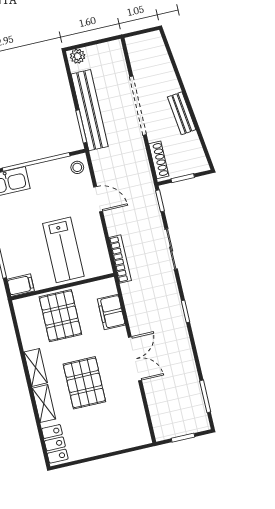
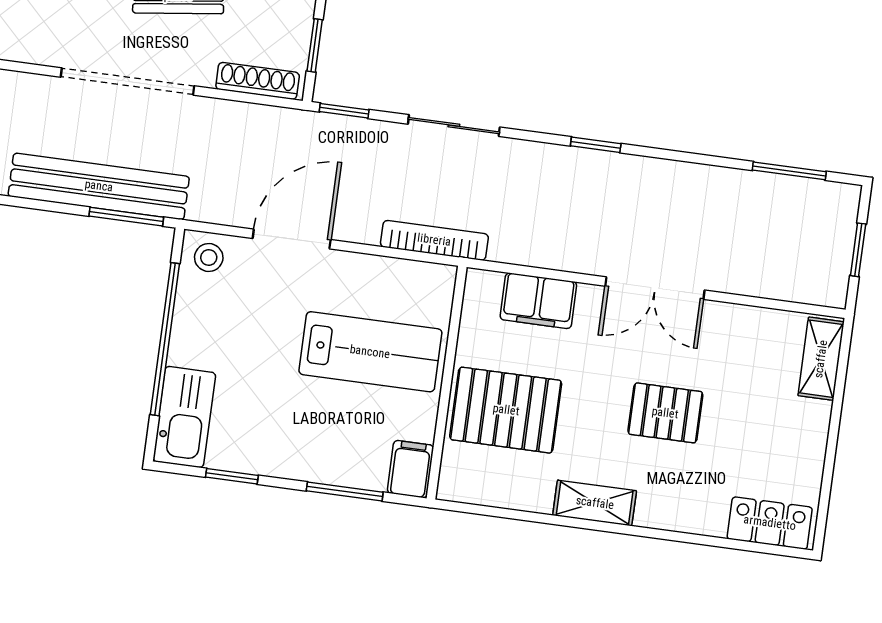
door: (98, 199) -> (292, 239), width x1.38
double door: (135, 359) -> (655, 288), swing flipped
pallet: (84, 383) -> (665, 413), width x0.67, depth x0.71
shelving: (44, 404) -> (821, 359), moved, turned 90

